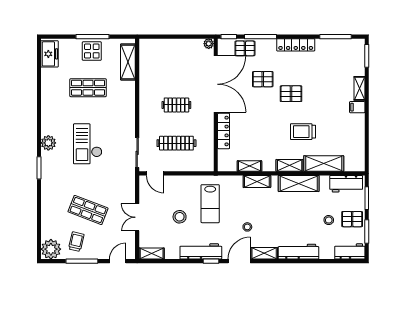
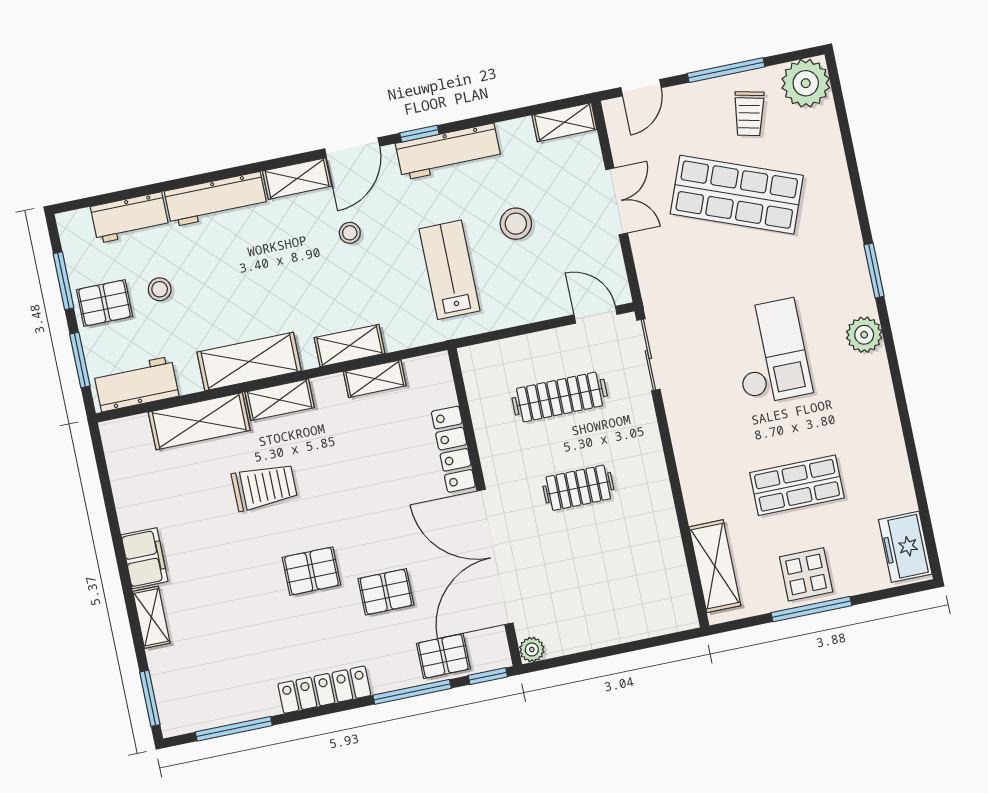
filing cabinet: (357, 107) -> (145, 558), width x2.00
shop shelf: (88, 210) -> (737, 195), width x1.43, depth x1.36
workbench: (350, 251) -> (130, 218), moved

